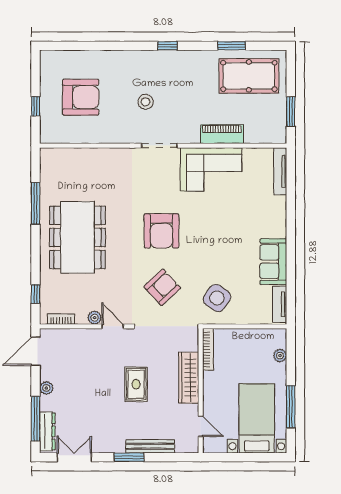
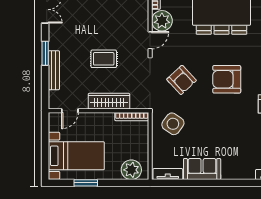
plant: (95, 318) -> (162, 21), width x1.87, depth x1.87
plant: (280, 356) -> (131, 170), width x1.87, depth x1.87
window: (291, 407) -> (86, 183), width x0.69

